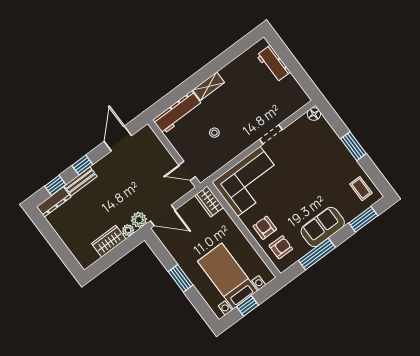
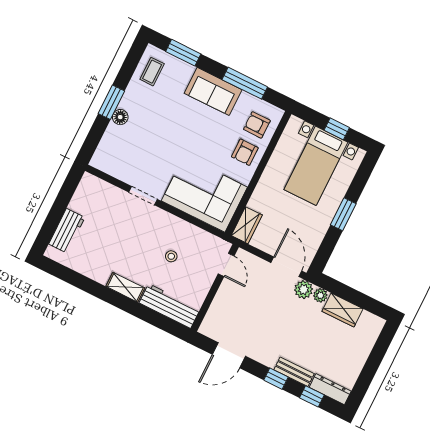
floor lamp: (314, 114) -> (120, 117), moved

